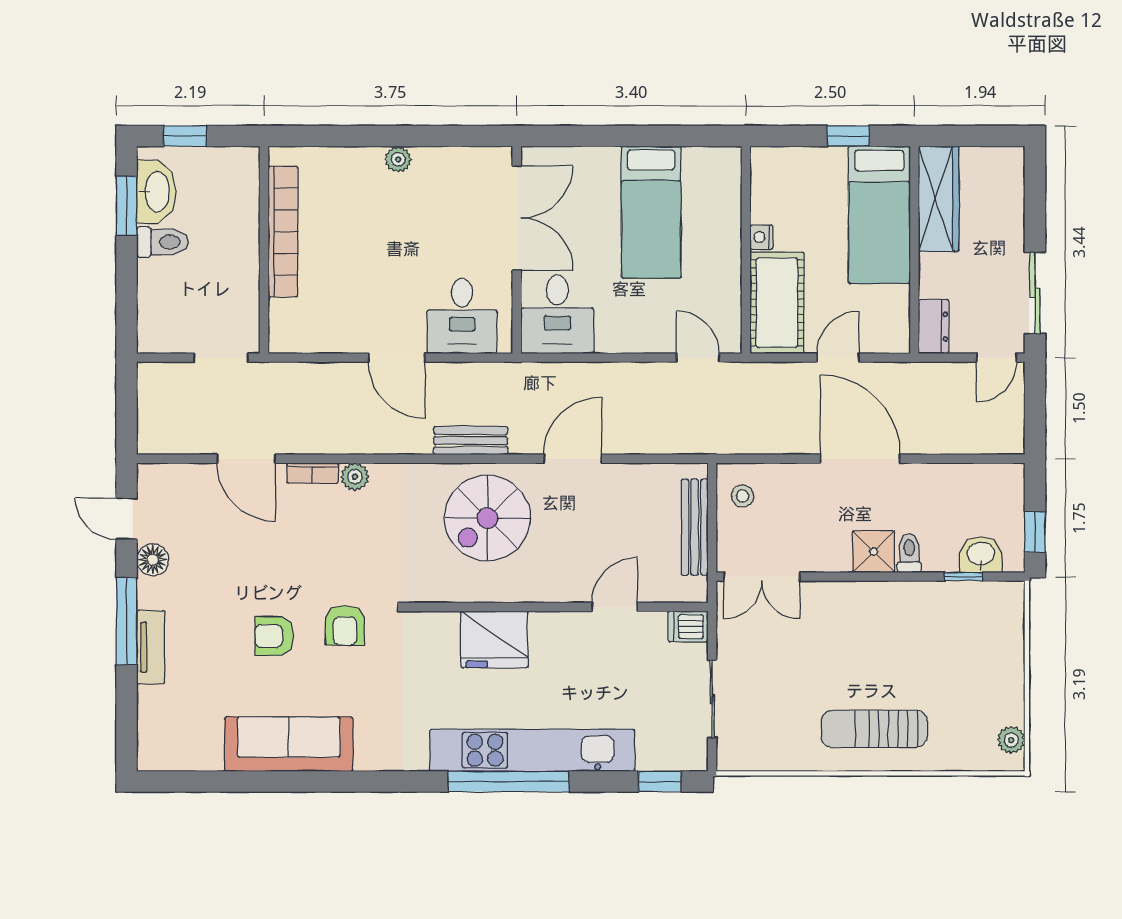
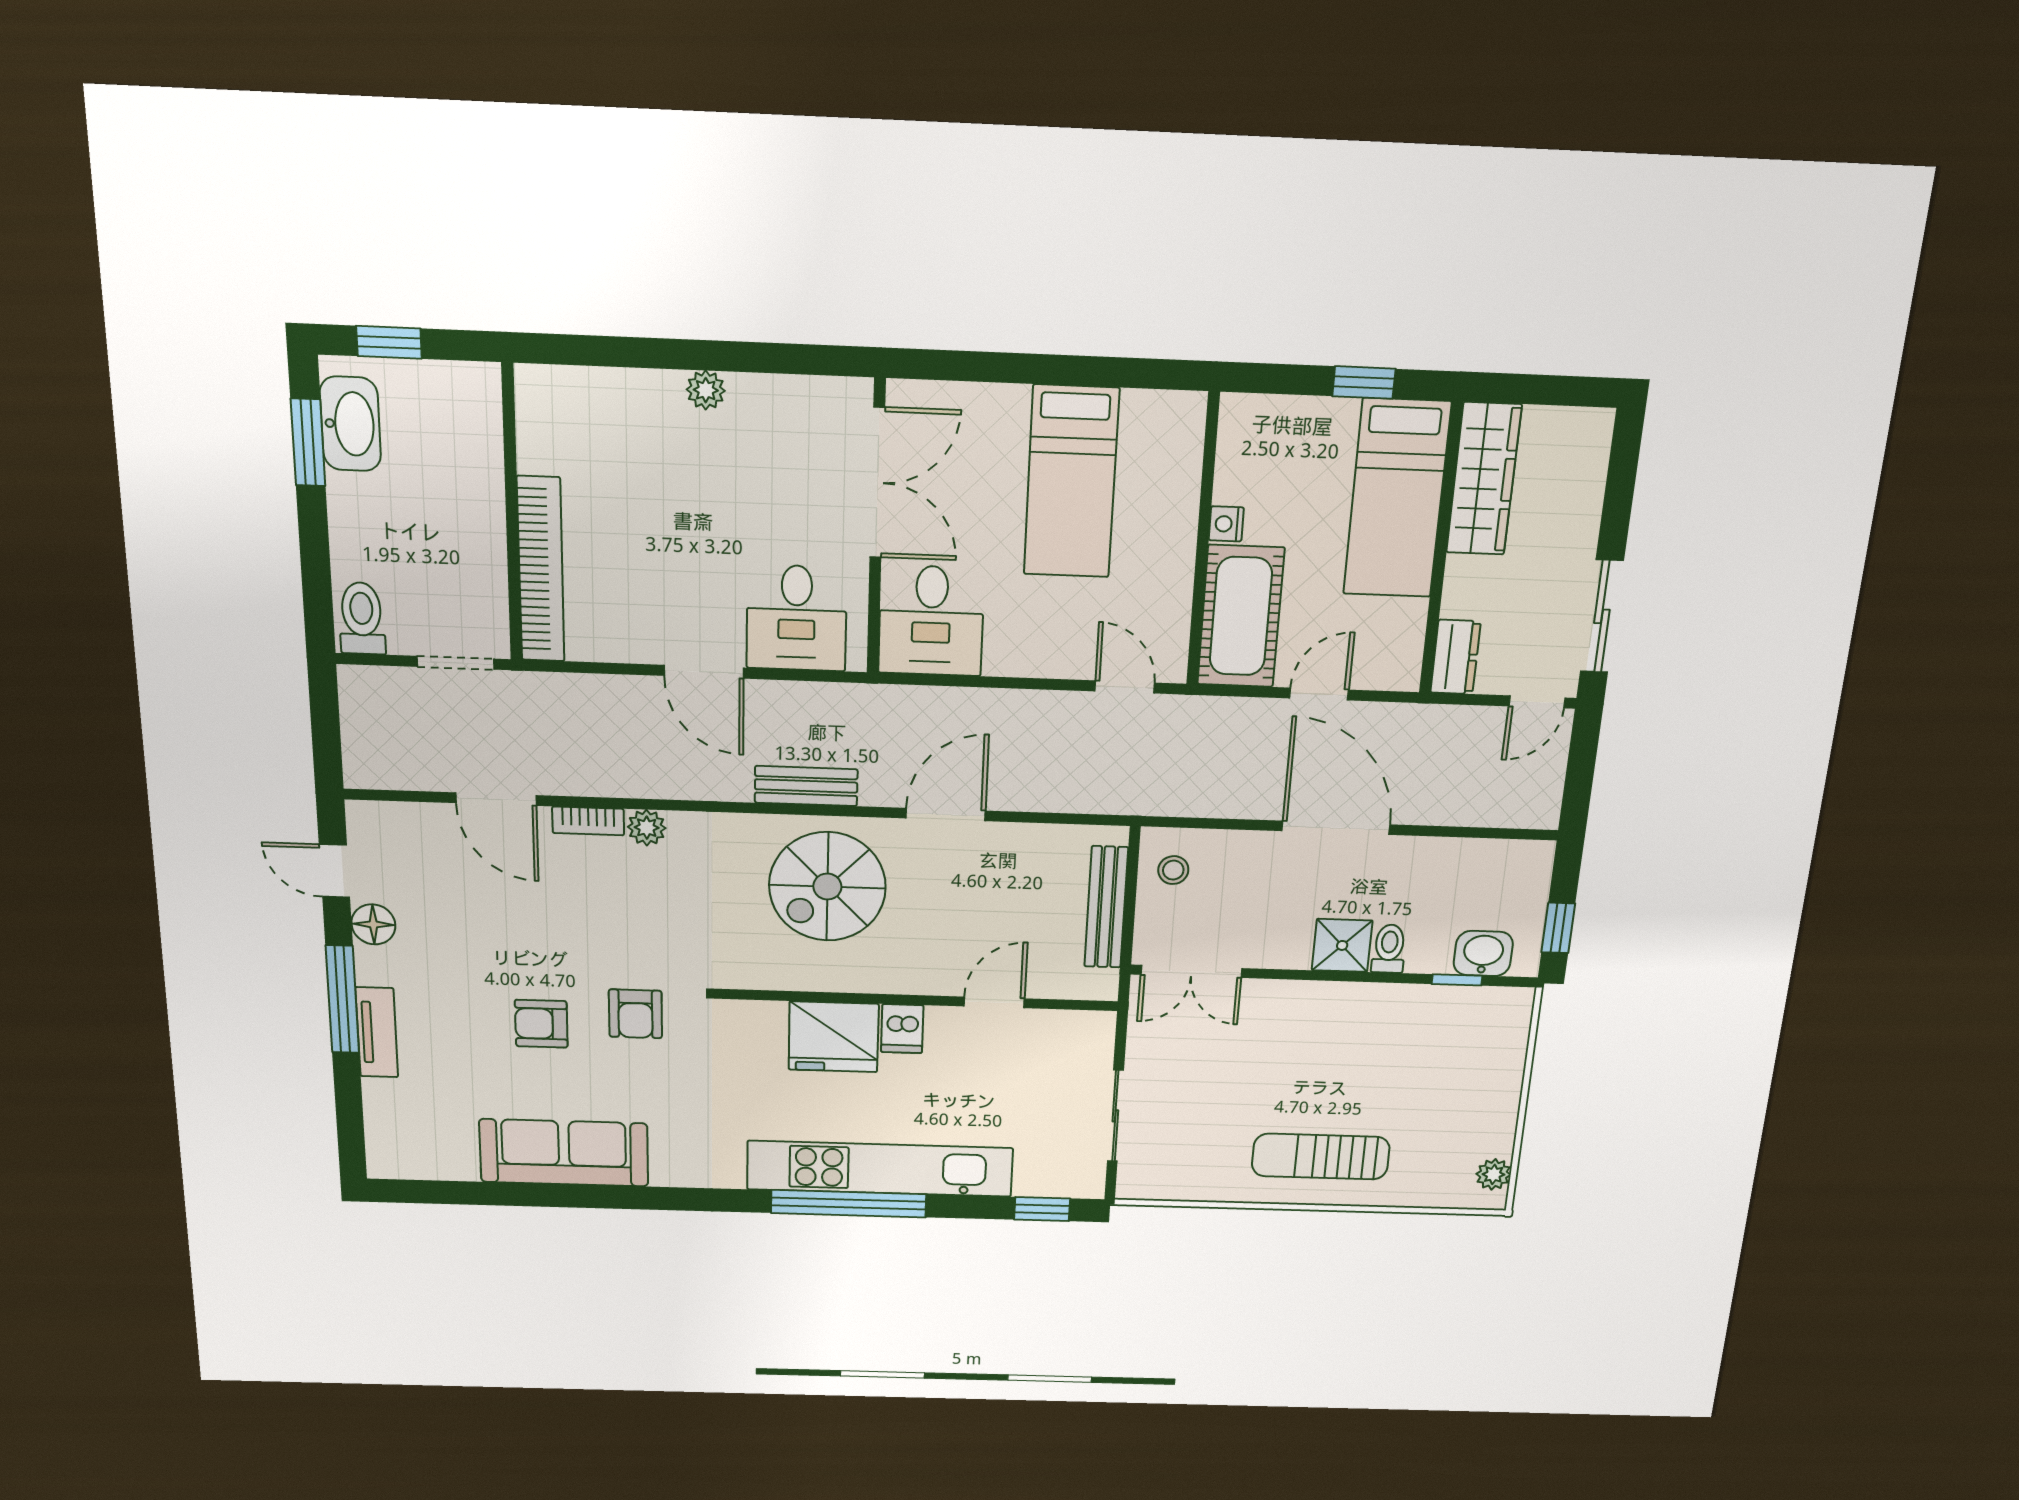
bookcase: (283, 232) -> (541, 570), moved
toilet: (162, 242) -> (362, 618), moved, turned -90
dishwasher: (688, 627) -> (902, 1029), moved, turned -90

